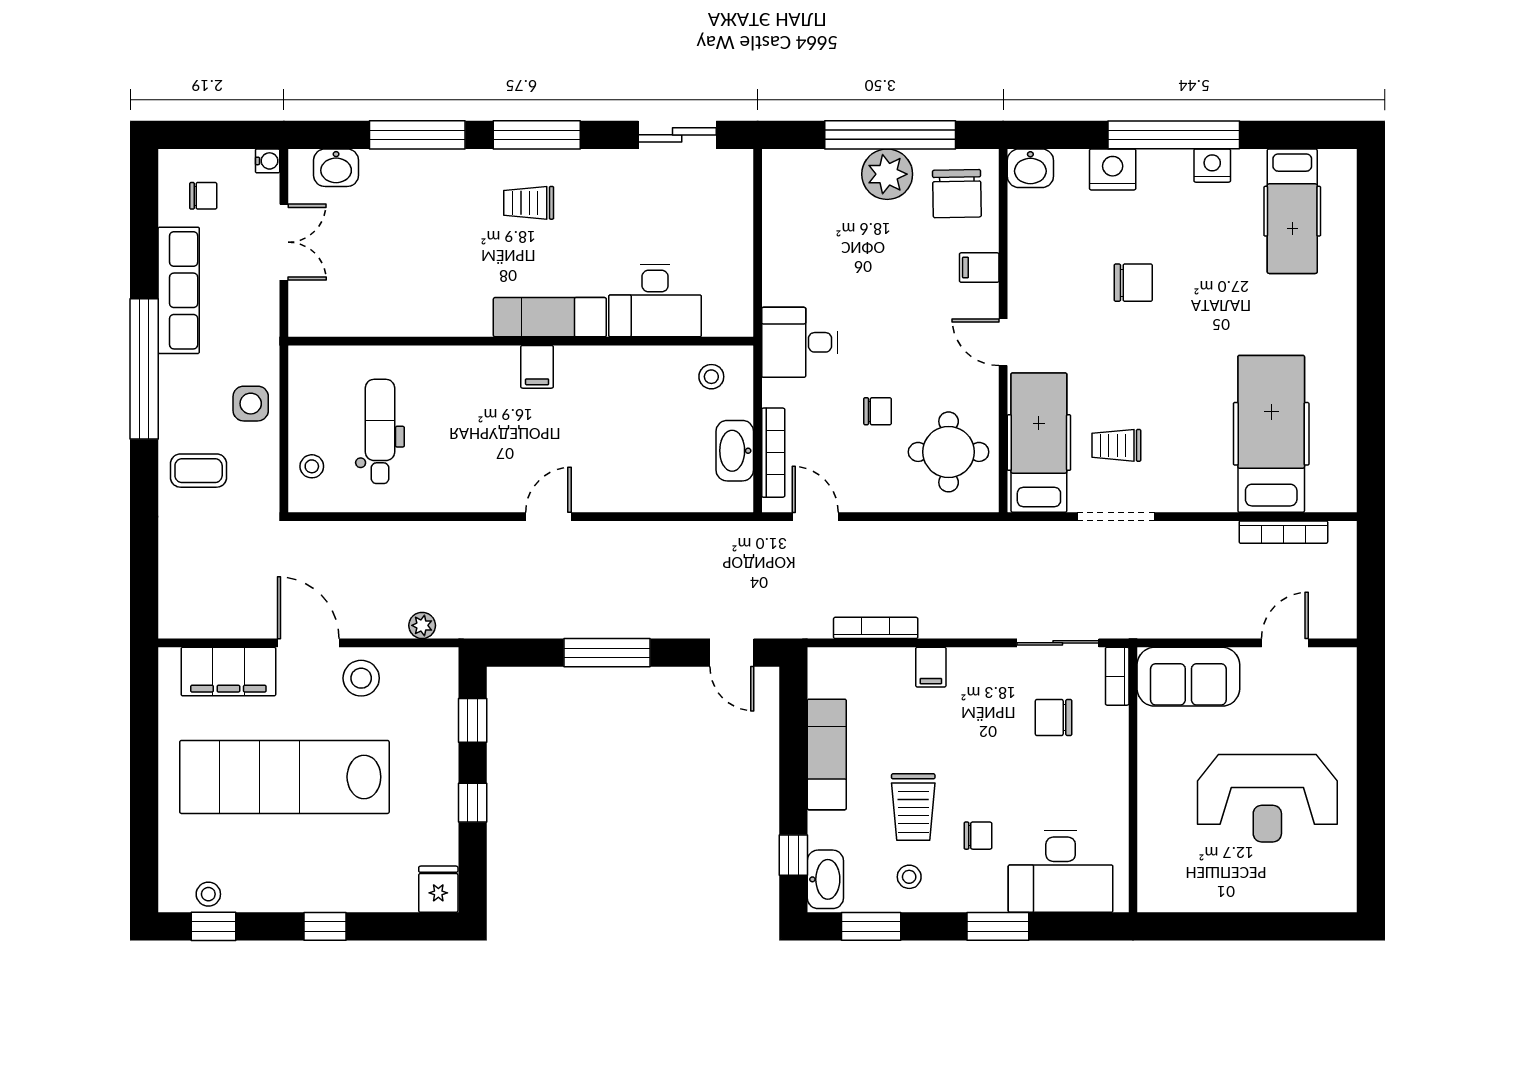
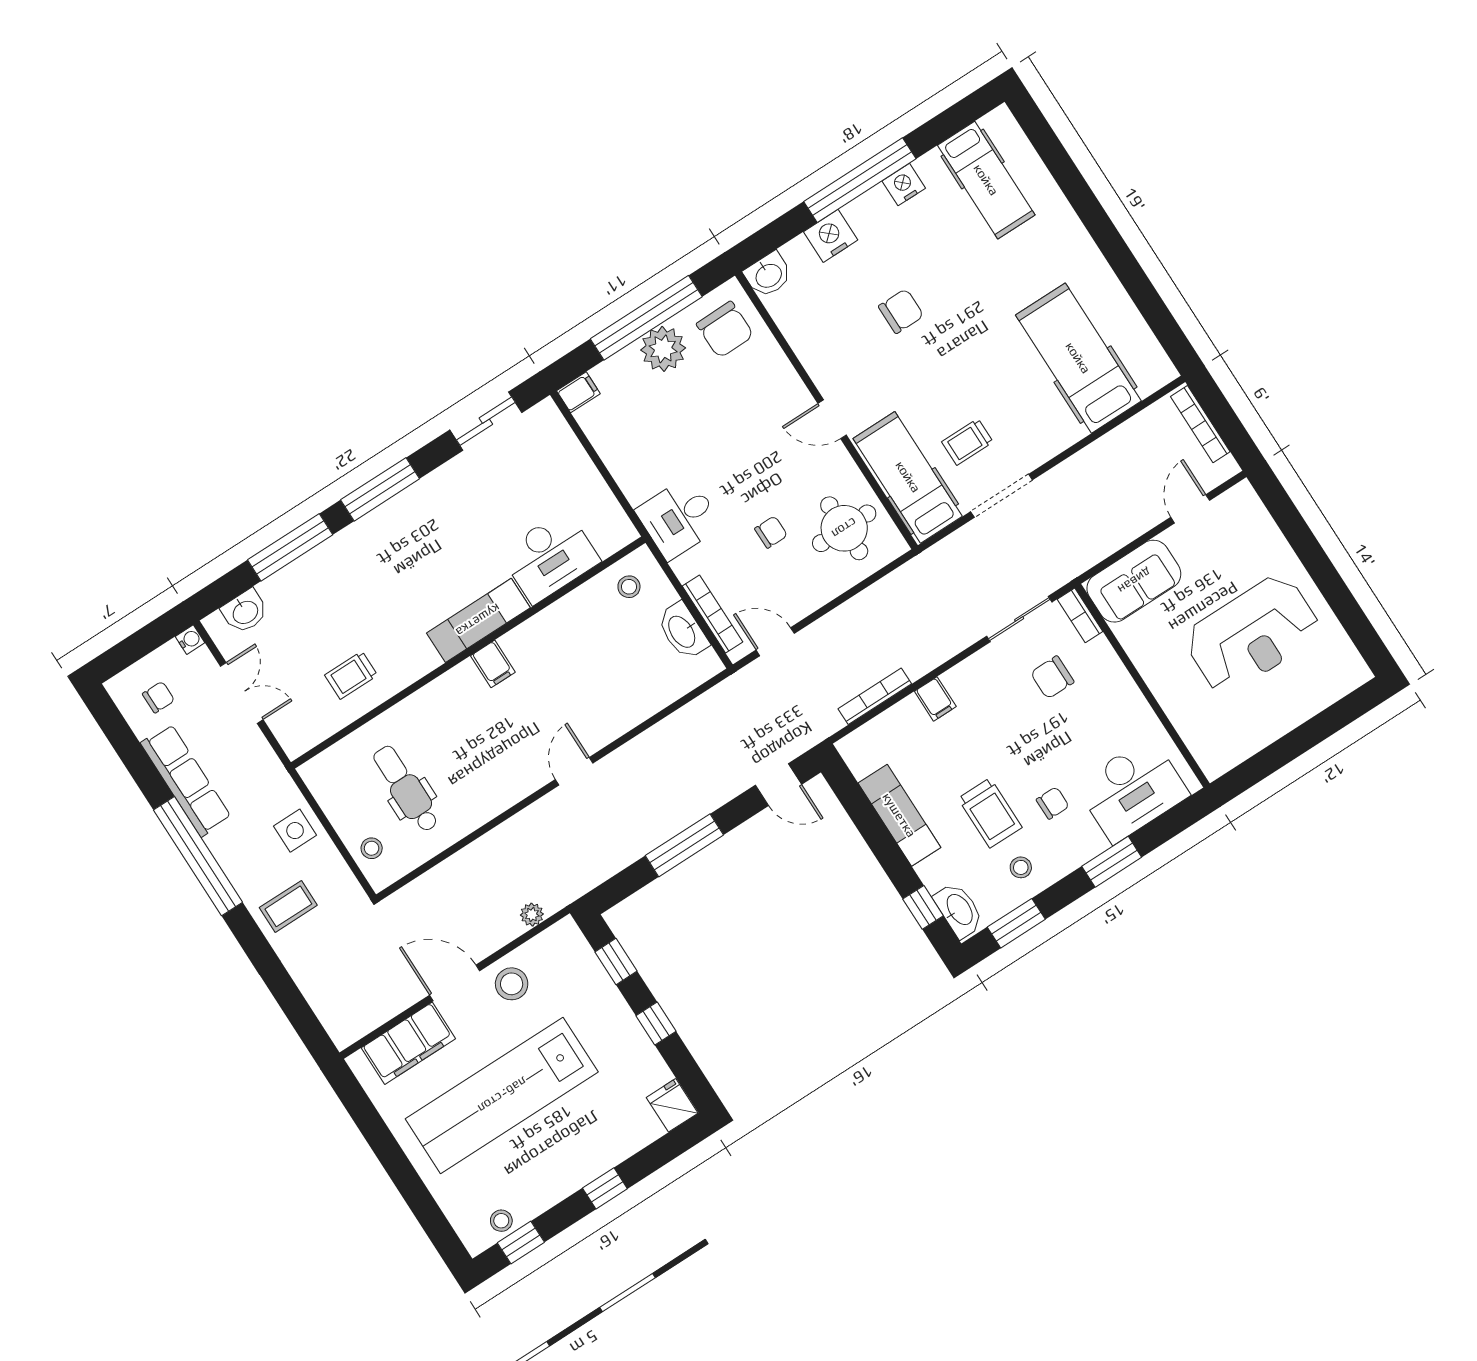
trolley: (529, 203) -> (351, 675), moved
filing cabinet: (979, 268) -> (578, 392), moved, turned 180
bookcase: (1283, 532) -> (1200, 424), moved, turned 90

